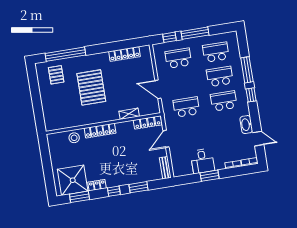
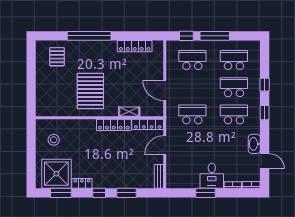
window: (65, 54) -> (89, 36), moved
window: (247, 70) -> (265, 85), width x0.46
pallet: (91, 87) -> (90, 91), moved
locker: (100, 131) -> (114, 125), moved
stool: (74, 138) -> (54, 140), moved
desk: (202, 161) -> (212, 176), moved

